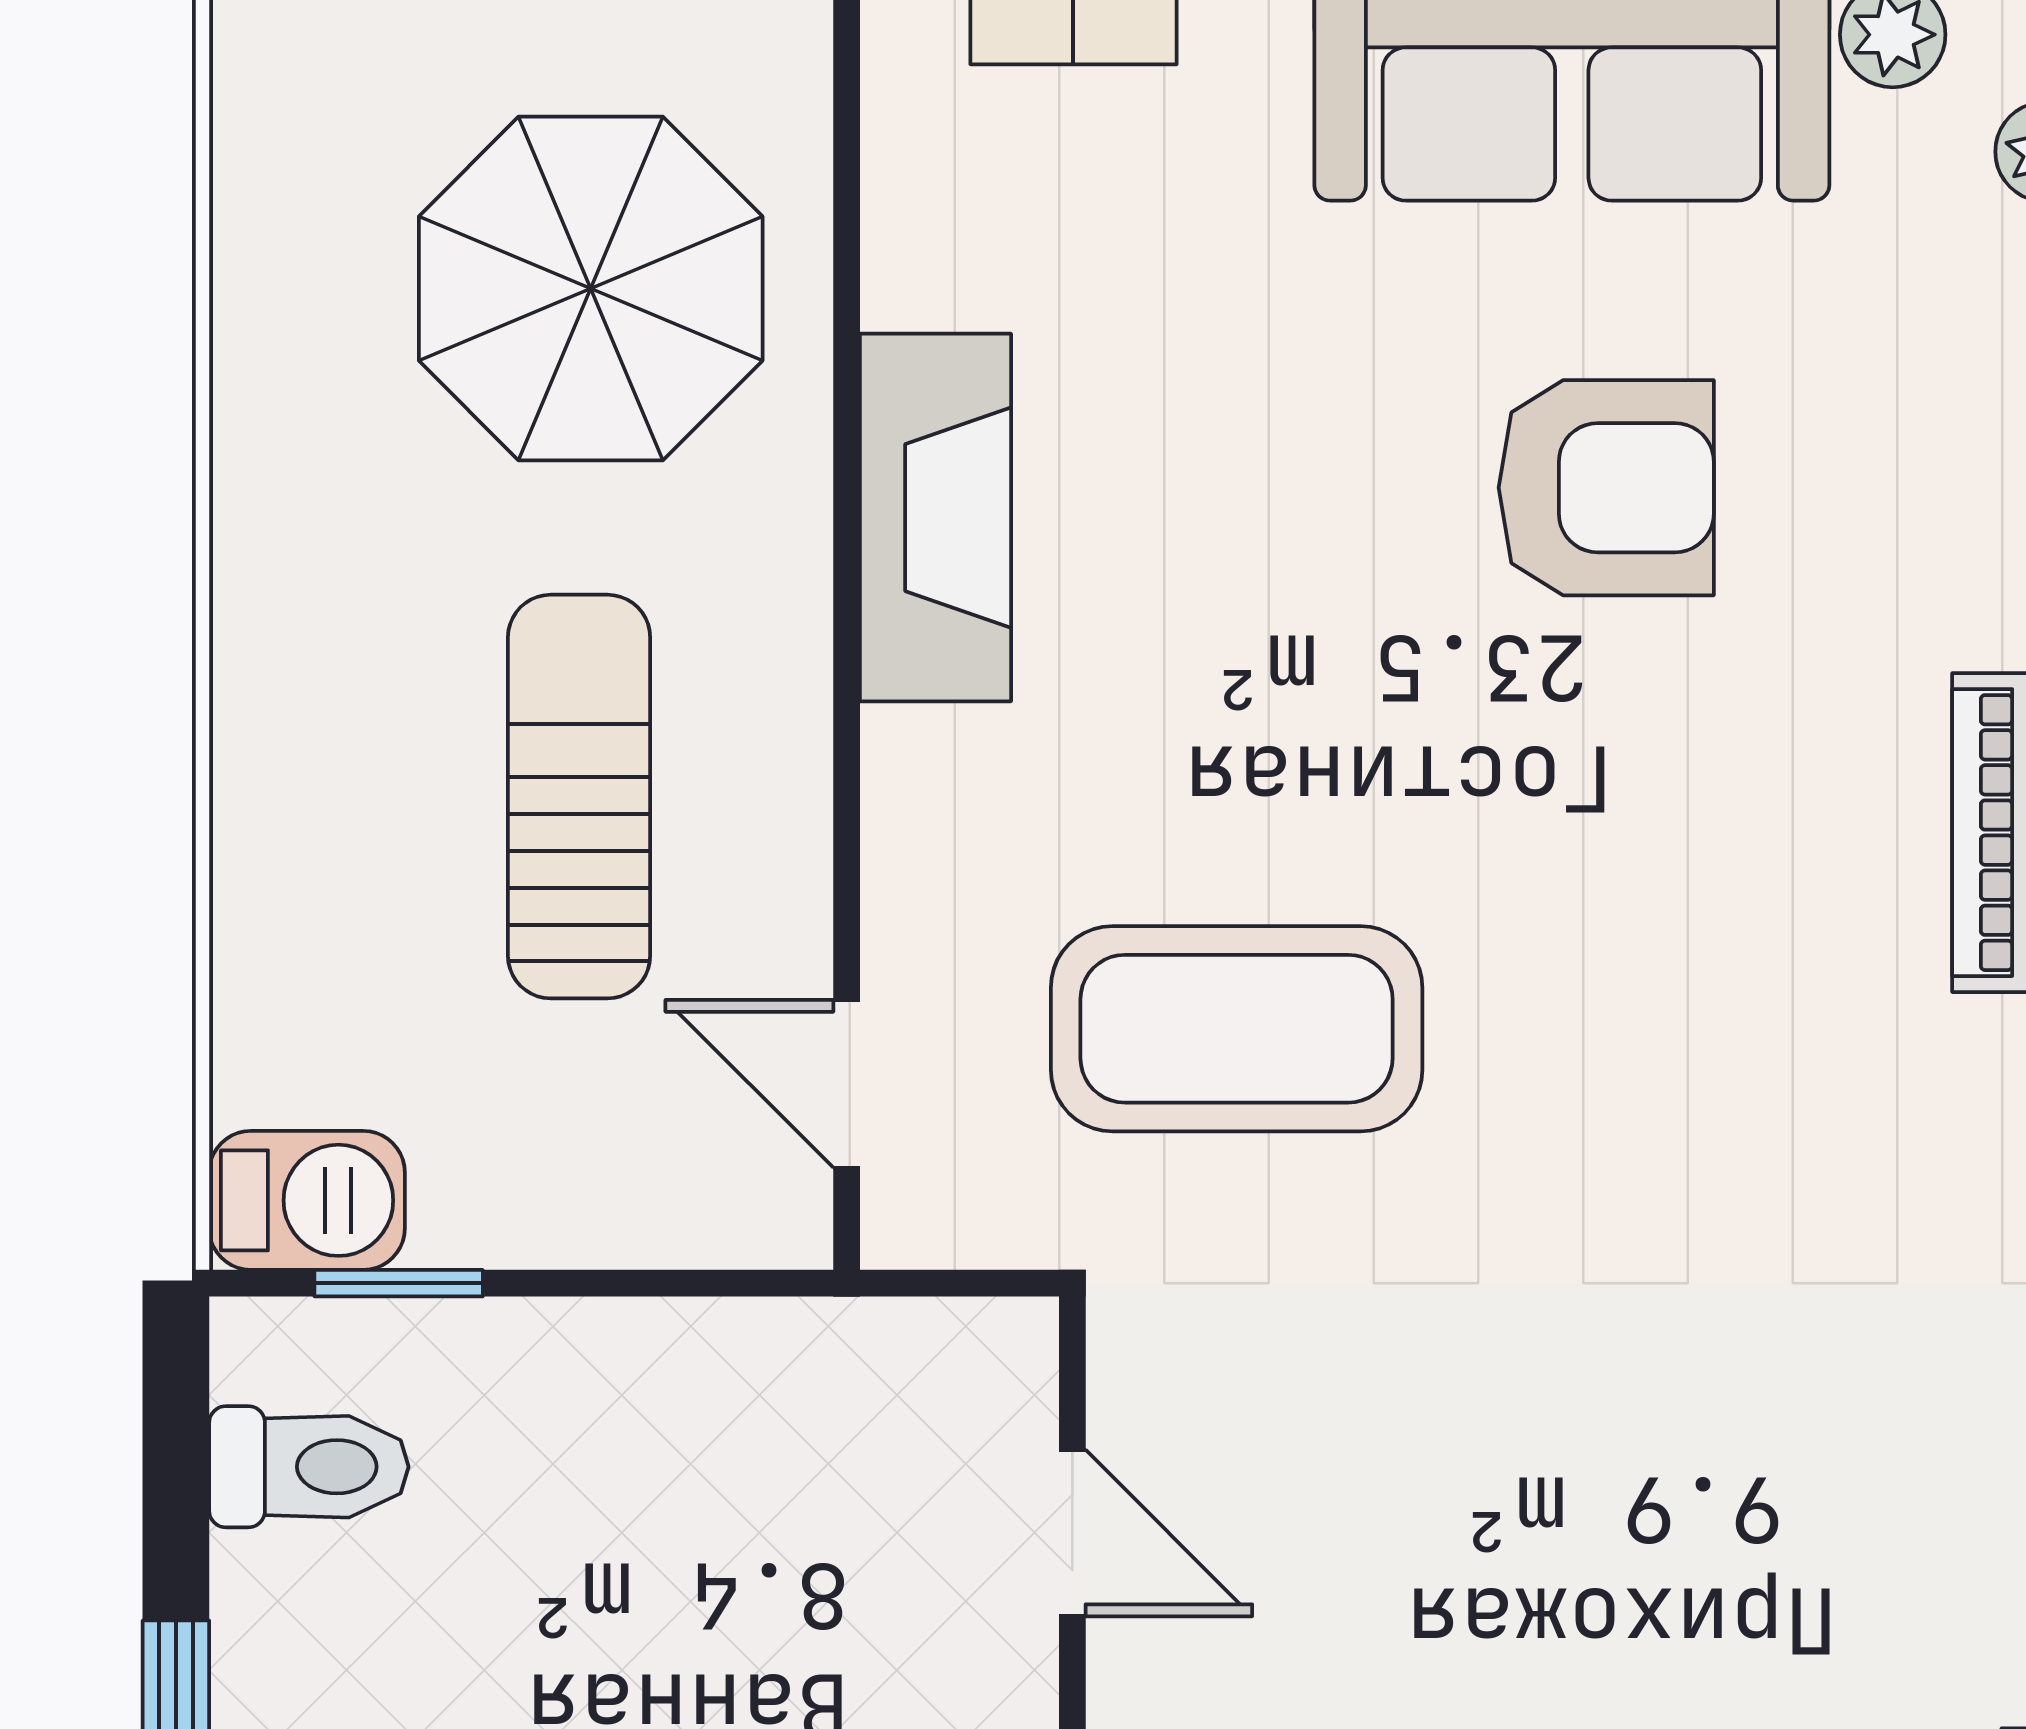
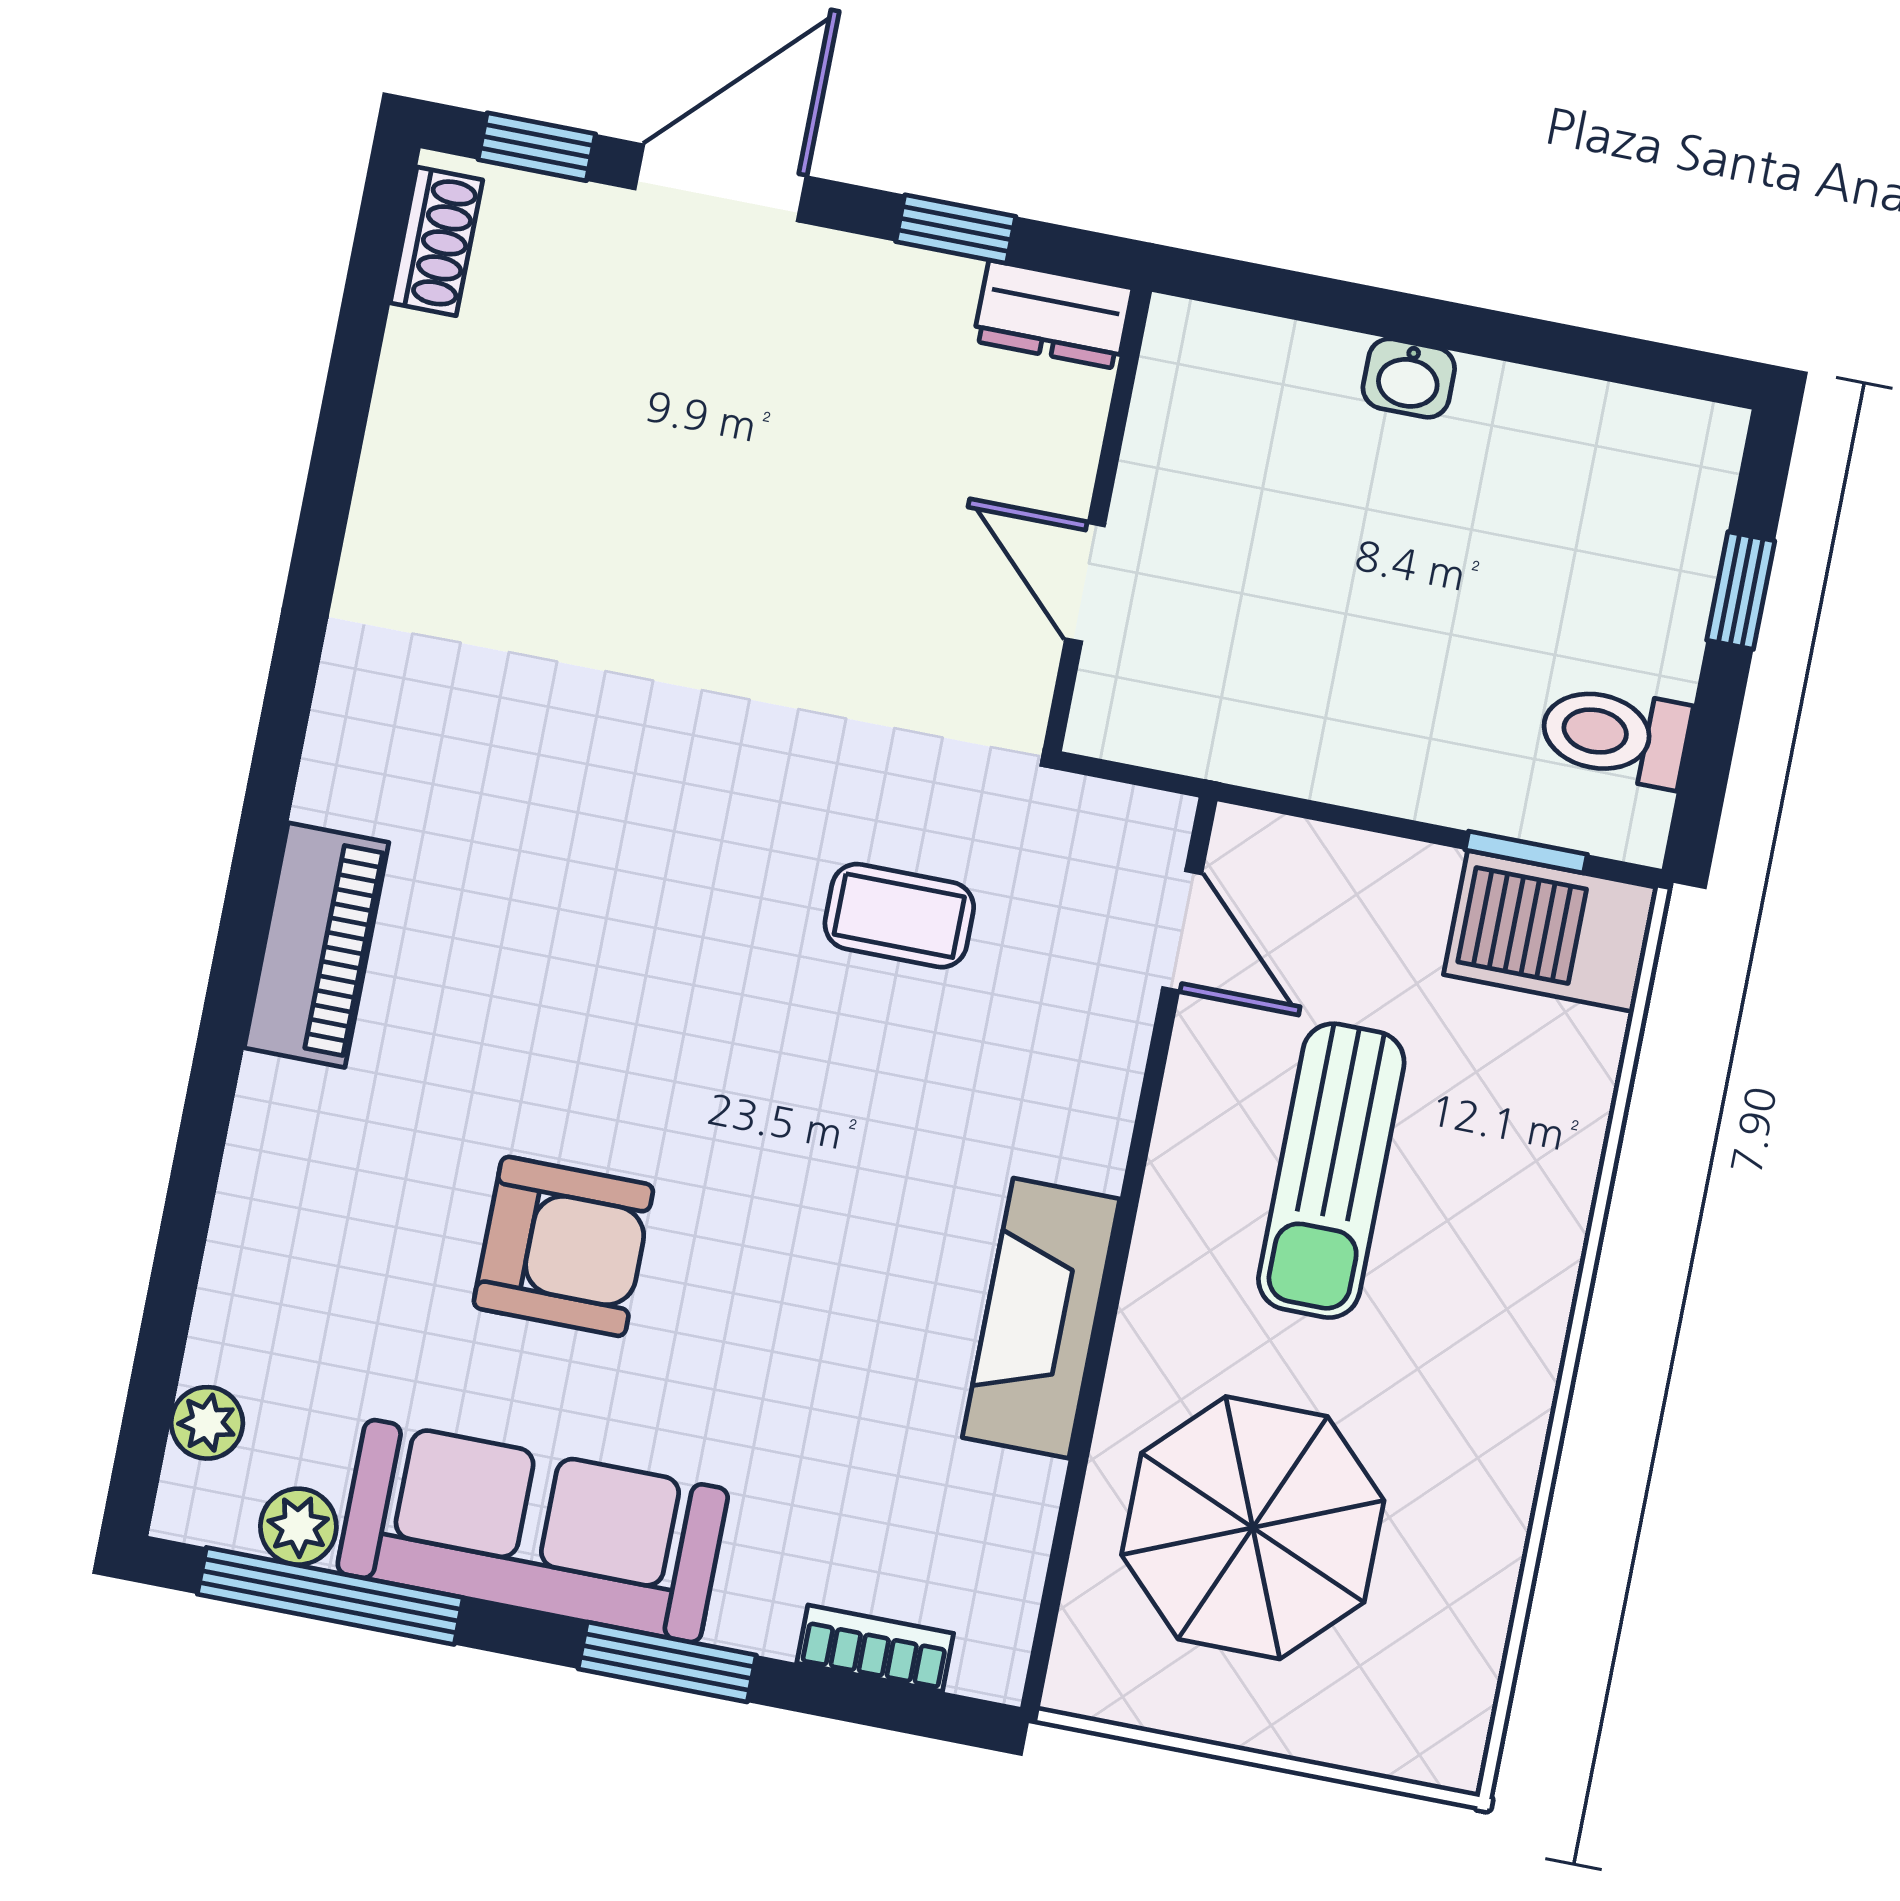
armchair: (1606, 488) -> (563, 1246), turned 180
coffee table: (1237, 1029) -> (899, 916), width x0.54, depth x0.58
barbecue: (307, 1200) -> (1551, 931), width x1.38, depth x1.27

